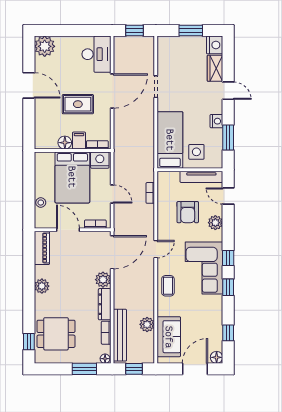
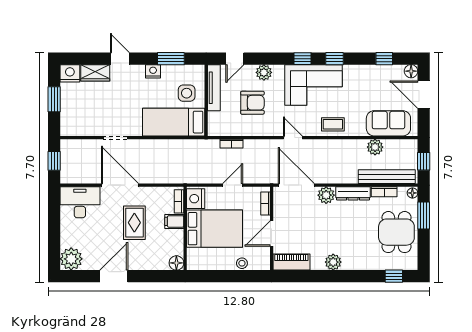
door: (228, 91) -> (120, 59), hinge flipped
floor lamp: (65, 143) -> (176, 263), moved
dining table: (56, 334) -> (396, 232), moved

